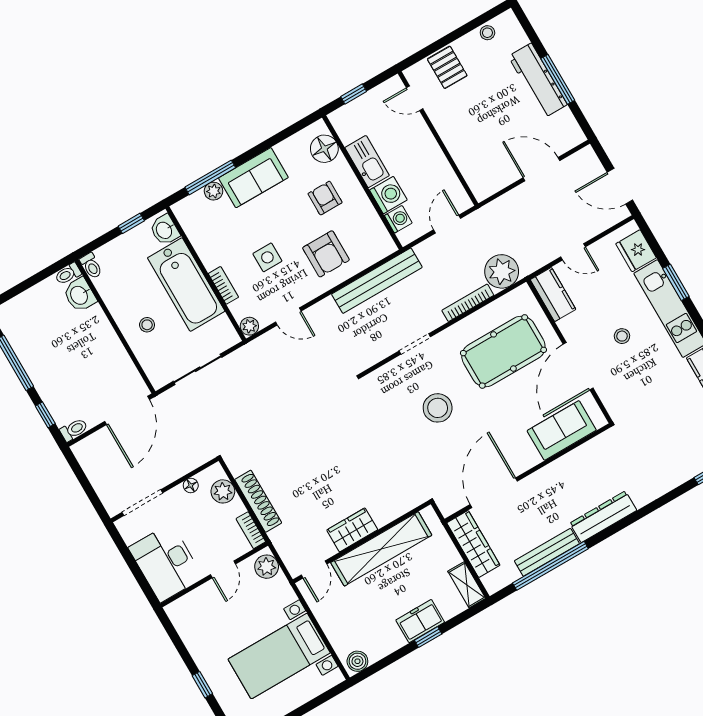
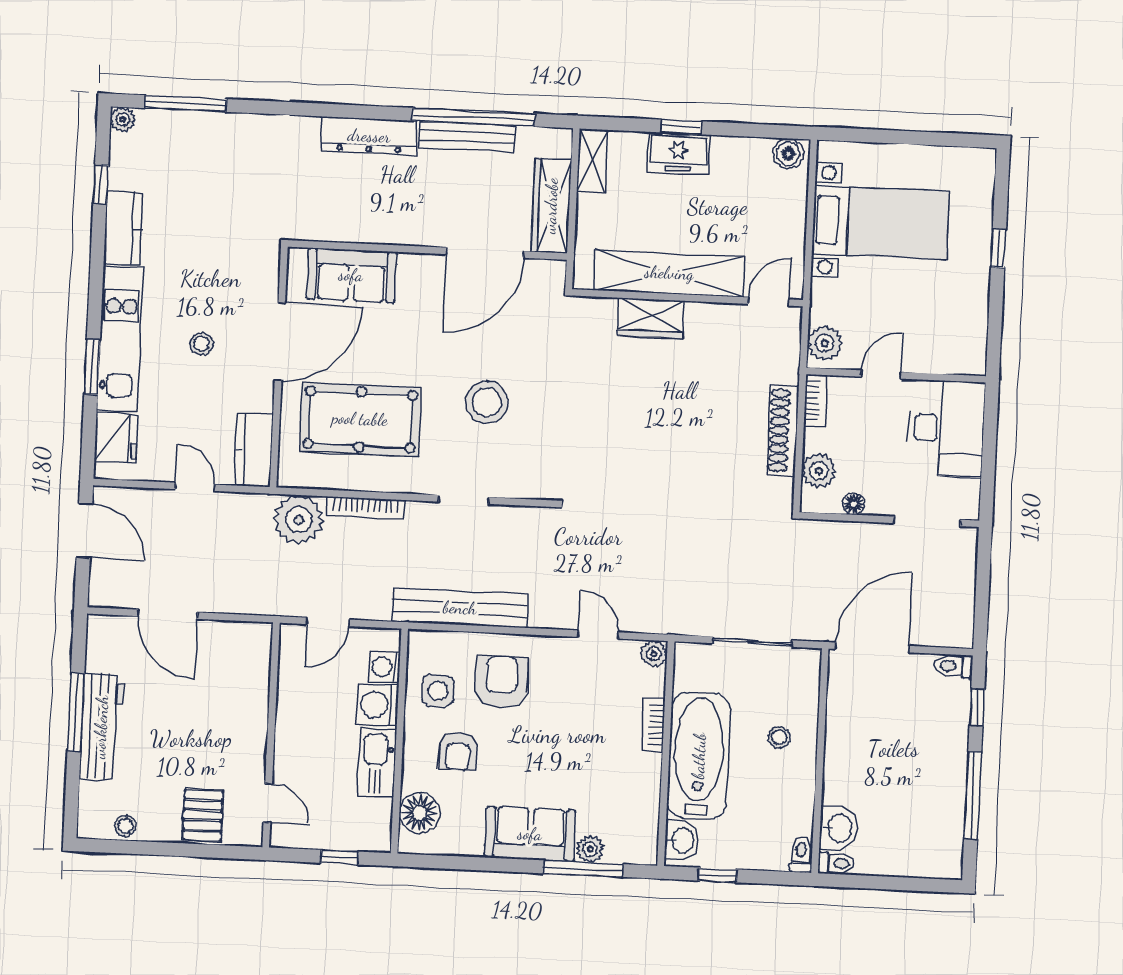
side table: (267, 257) -> (438, 691), moved
wardrobe: (352, 530) -> (651, 318), moved

